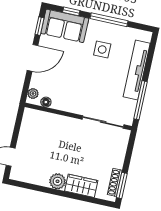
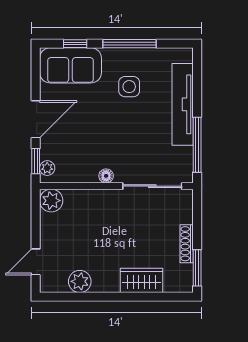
window: (39, 26) -> (36, 161), moved
floor lamp: (46, 102) -> (106, 176), moved
plant: (31, 117) -> (51, 201), added
plant: (57, 181) -> (80, 281), moved
shoe rack: (115, 182) -> (187, 244), moved

